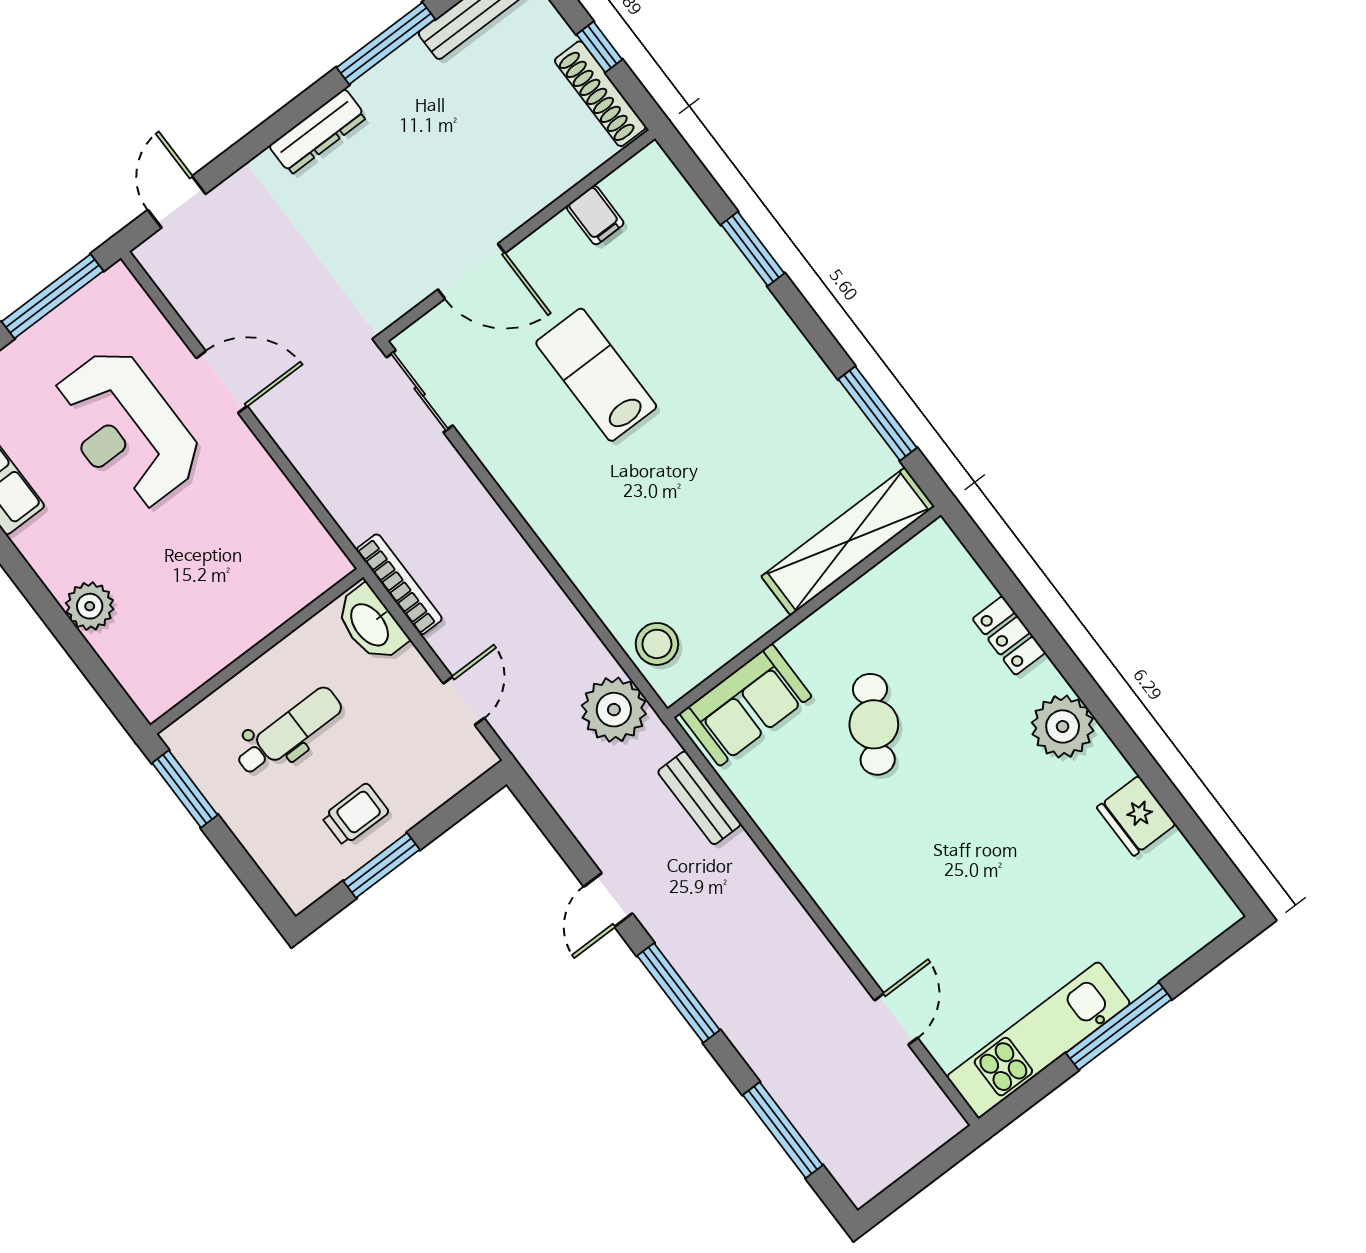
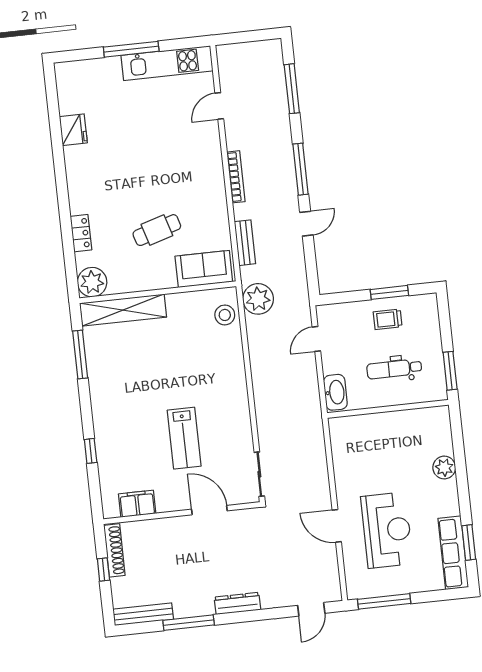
filing cabinet: (595, 215) -> (137, 504), width x2.00
window: (753, 249) -> (91, 451), width x0.67
bookcase: (399, 584) -> (236, 177), moved, turned 180
cafe table: (874, 724) -> (157, 230), turned 42
plant: (1063, 727) -> (92, 282), moved

